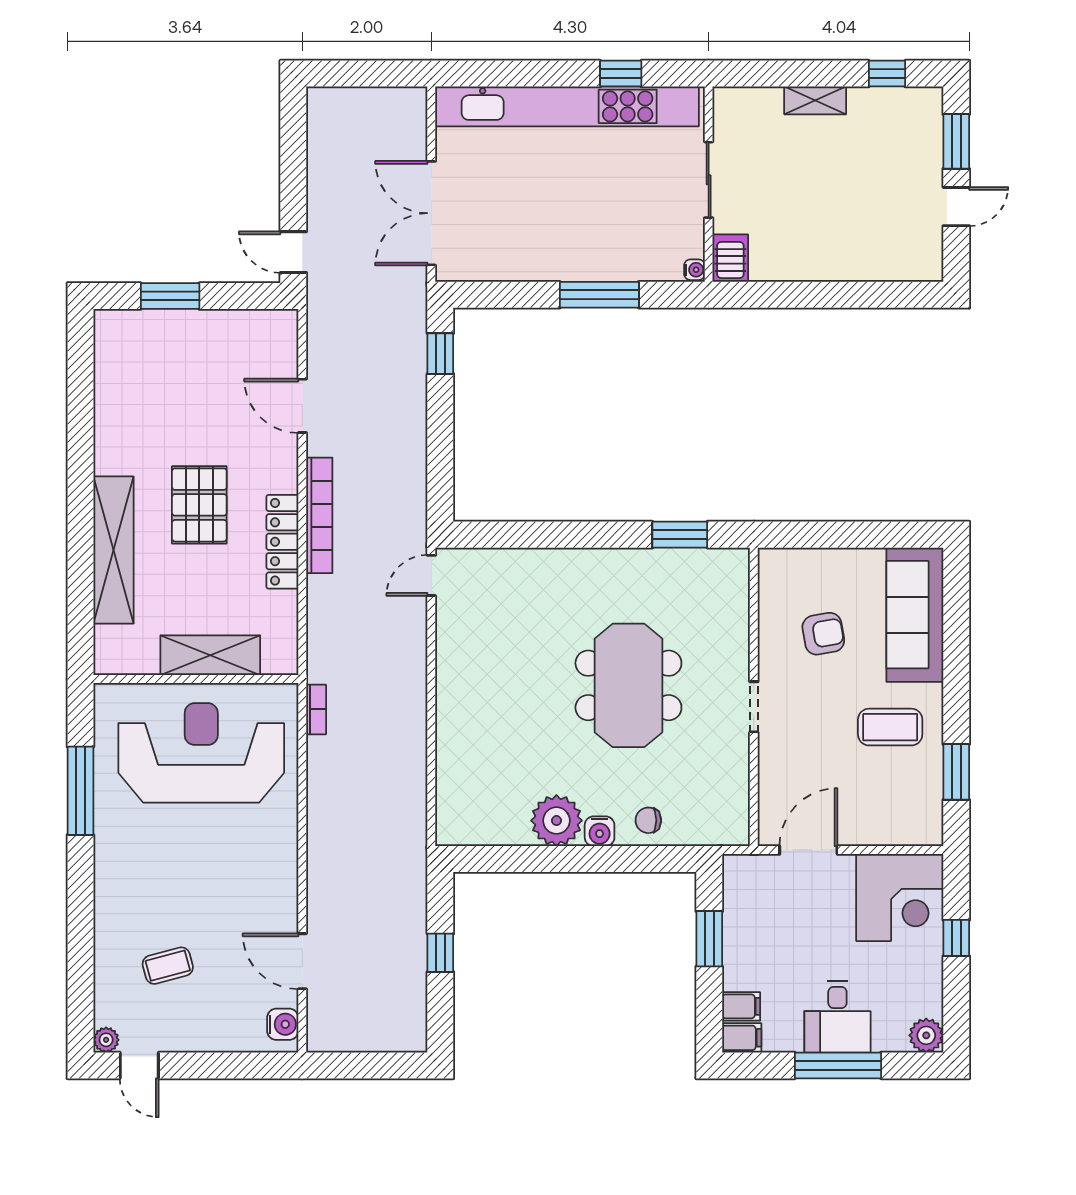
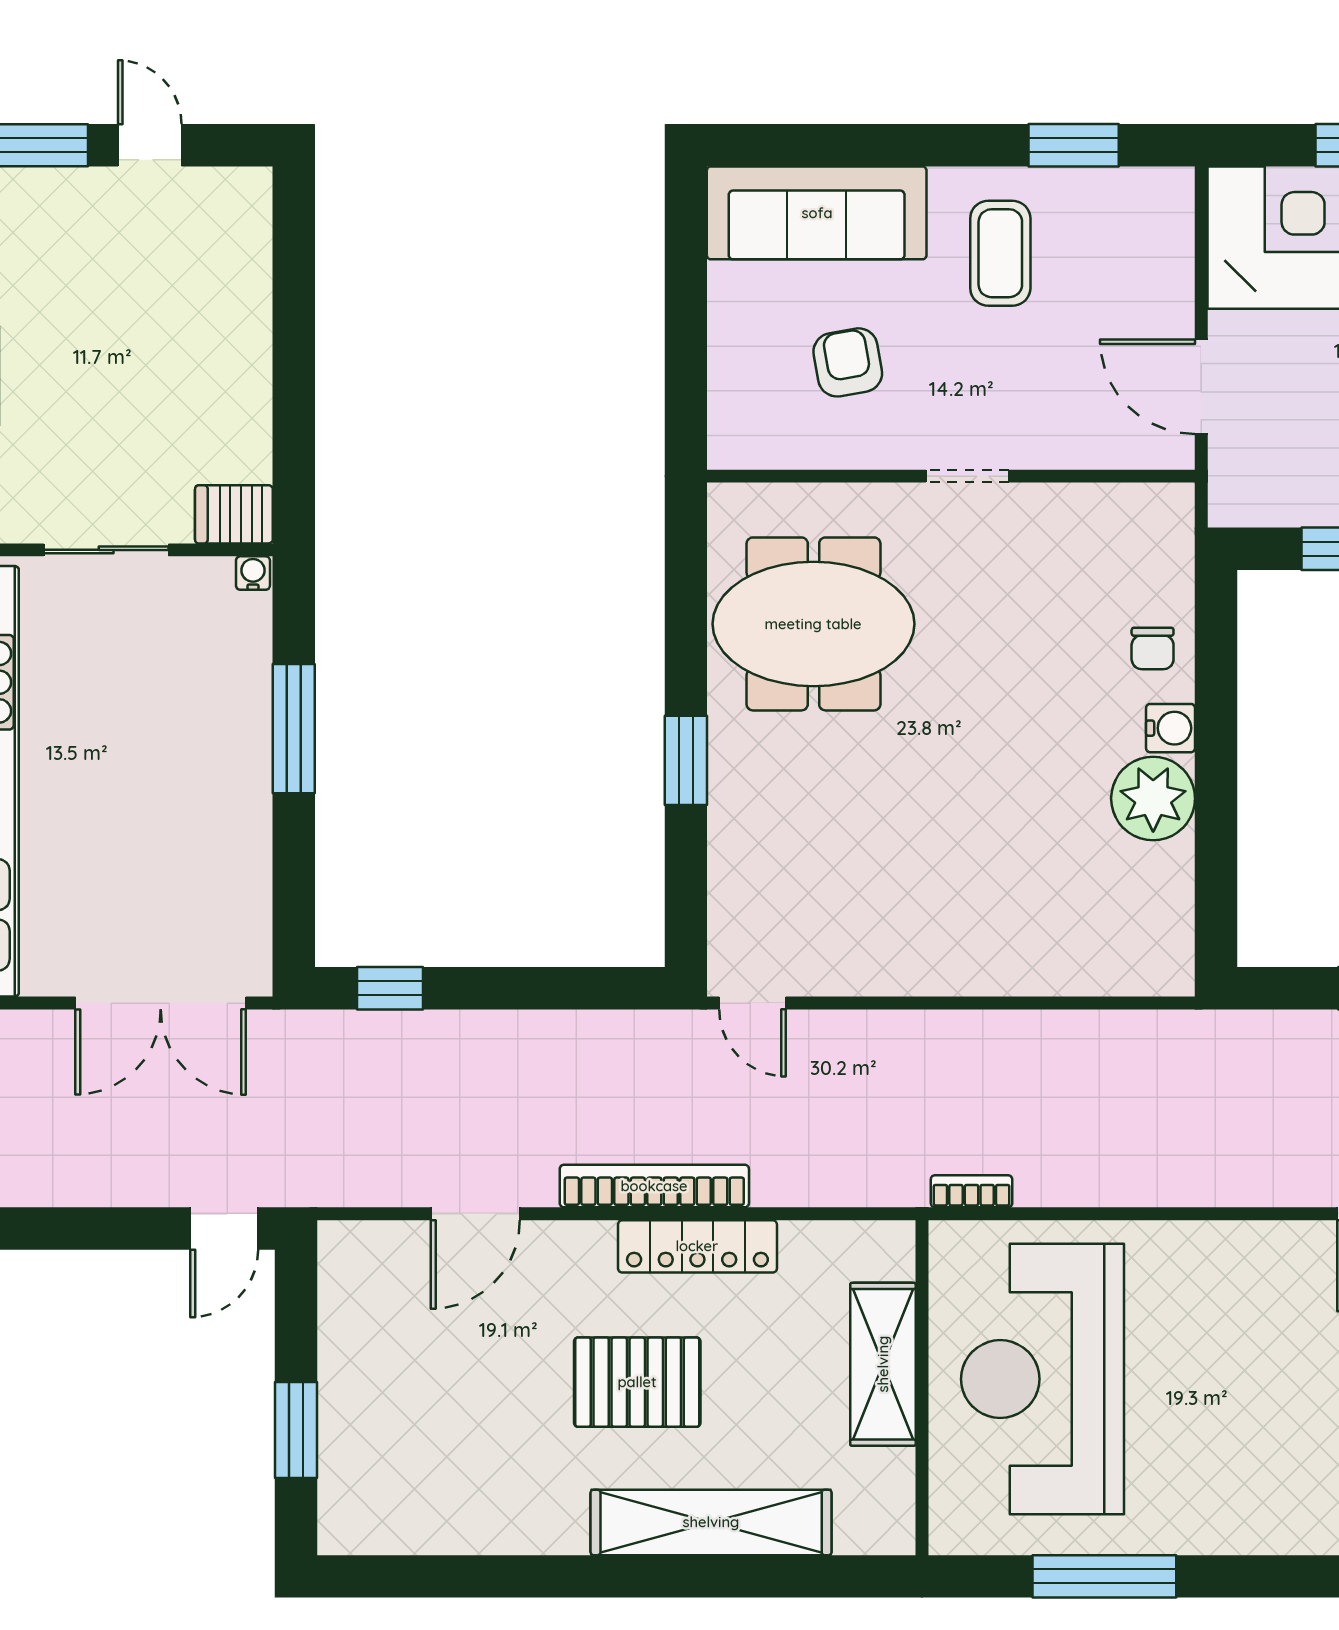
window: (680, 535) -> (686, 760), moved
meeting table: (628, 685) -> (813, 624), moved

